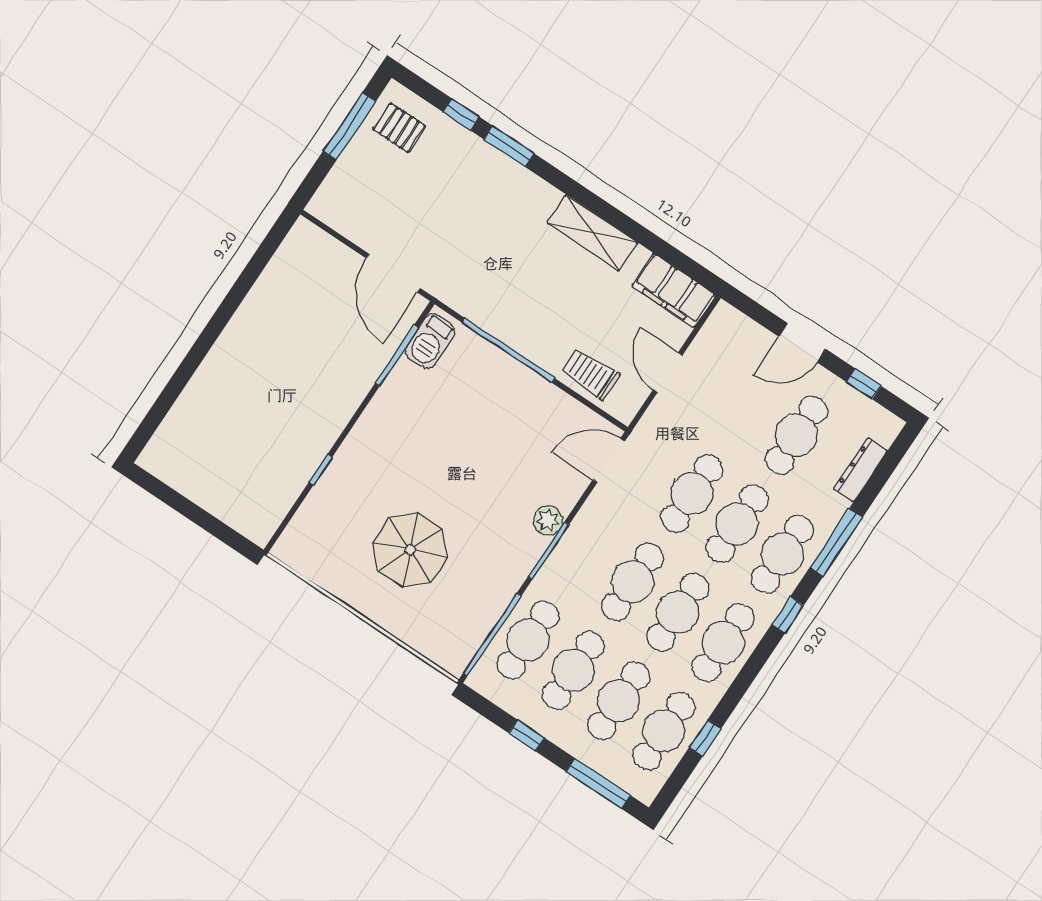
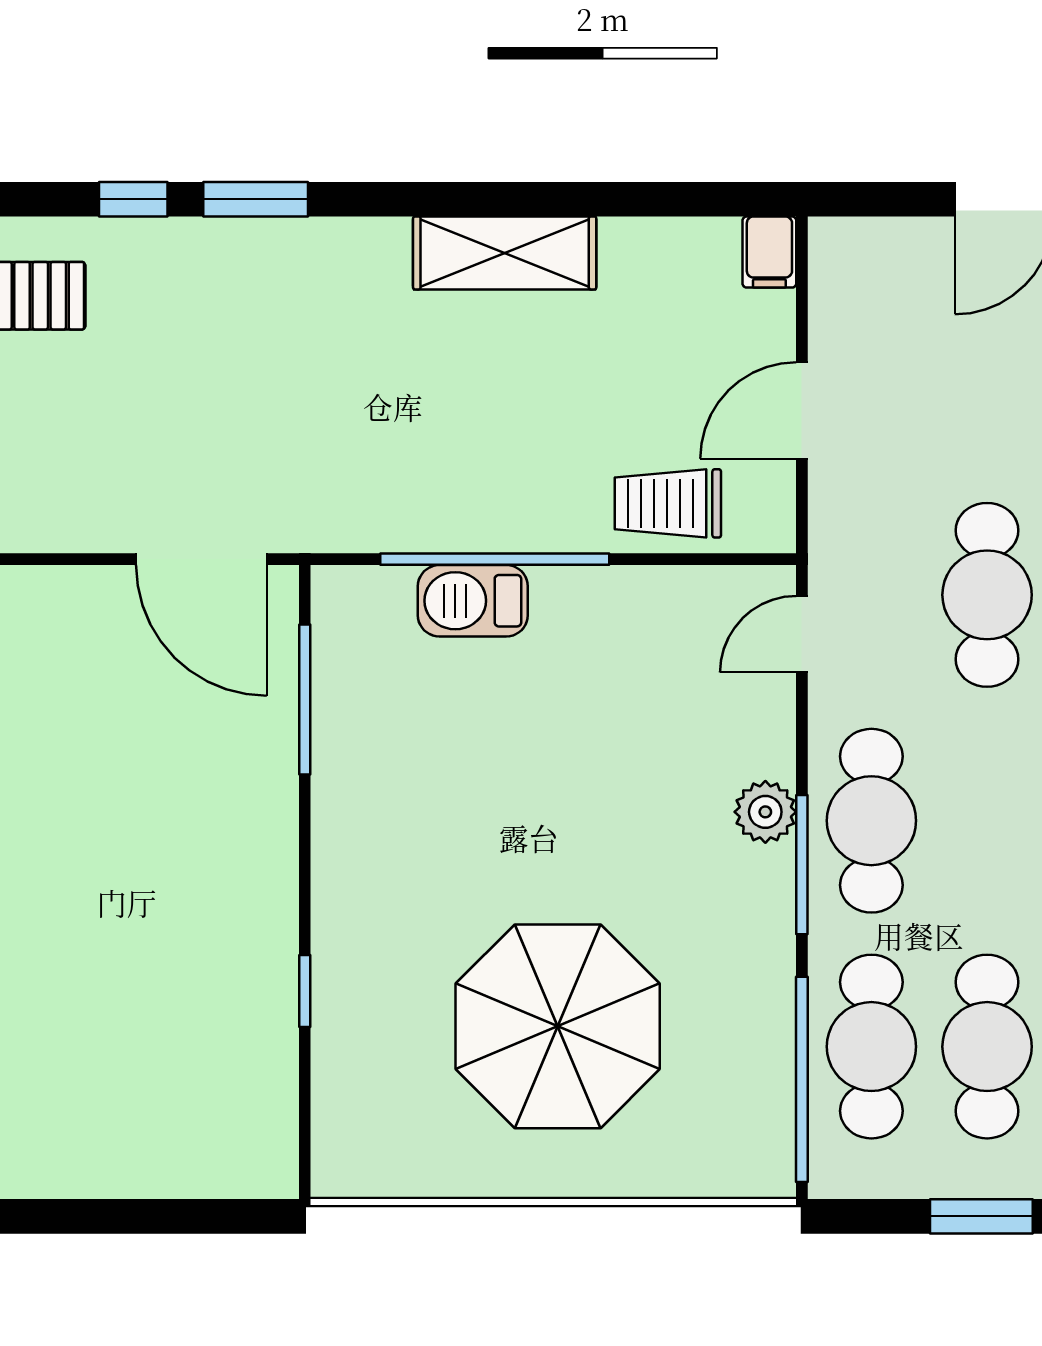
filing cabinet: (674, 290) -> (769, 252), width x0.33, depth x0.86
barbecue: (430, 341) -> (473, 601), moved, turned 90
door: (668, 373) -> (802, 411), hinge flipped
door: (609, 460) -> (802, 634), width x0.73
parasol: (410, 550) -> (558, 1026), width x1.36, depth x1.36
cafe table: (633, 582) -> (871, 821), moved
window: (527, 735) -> (981, 1216), width x1.50

